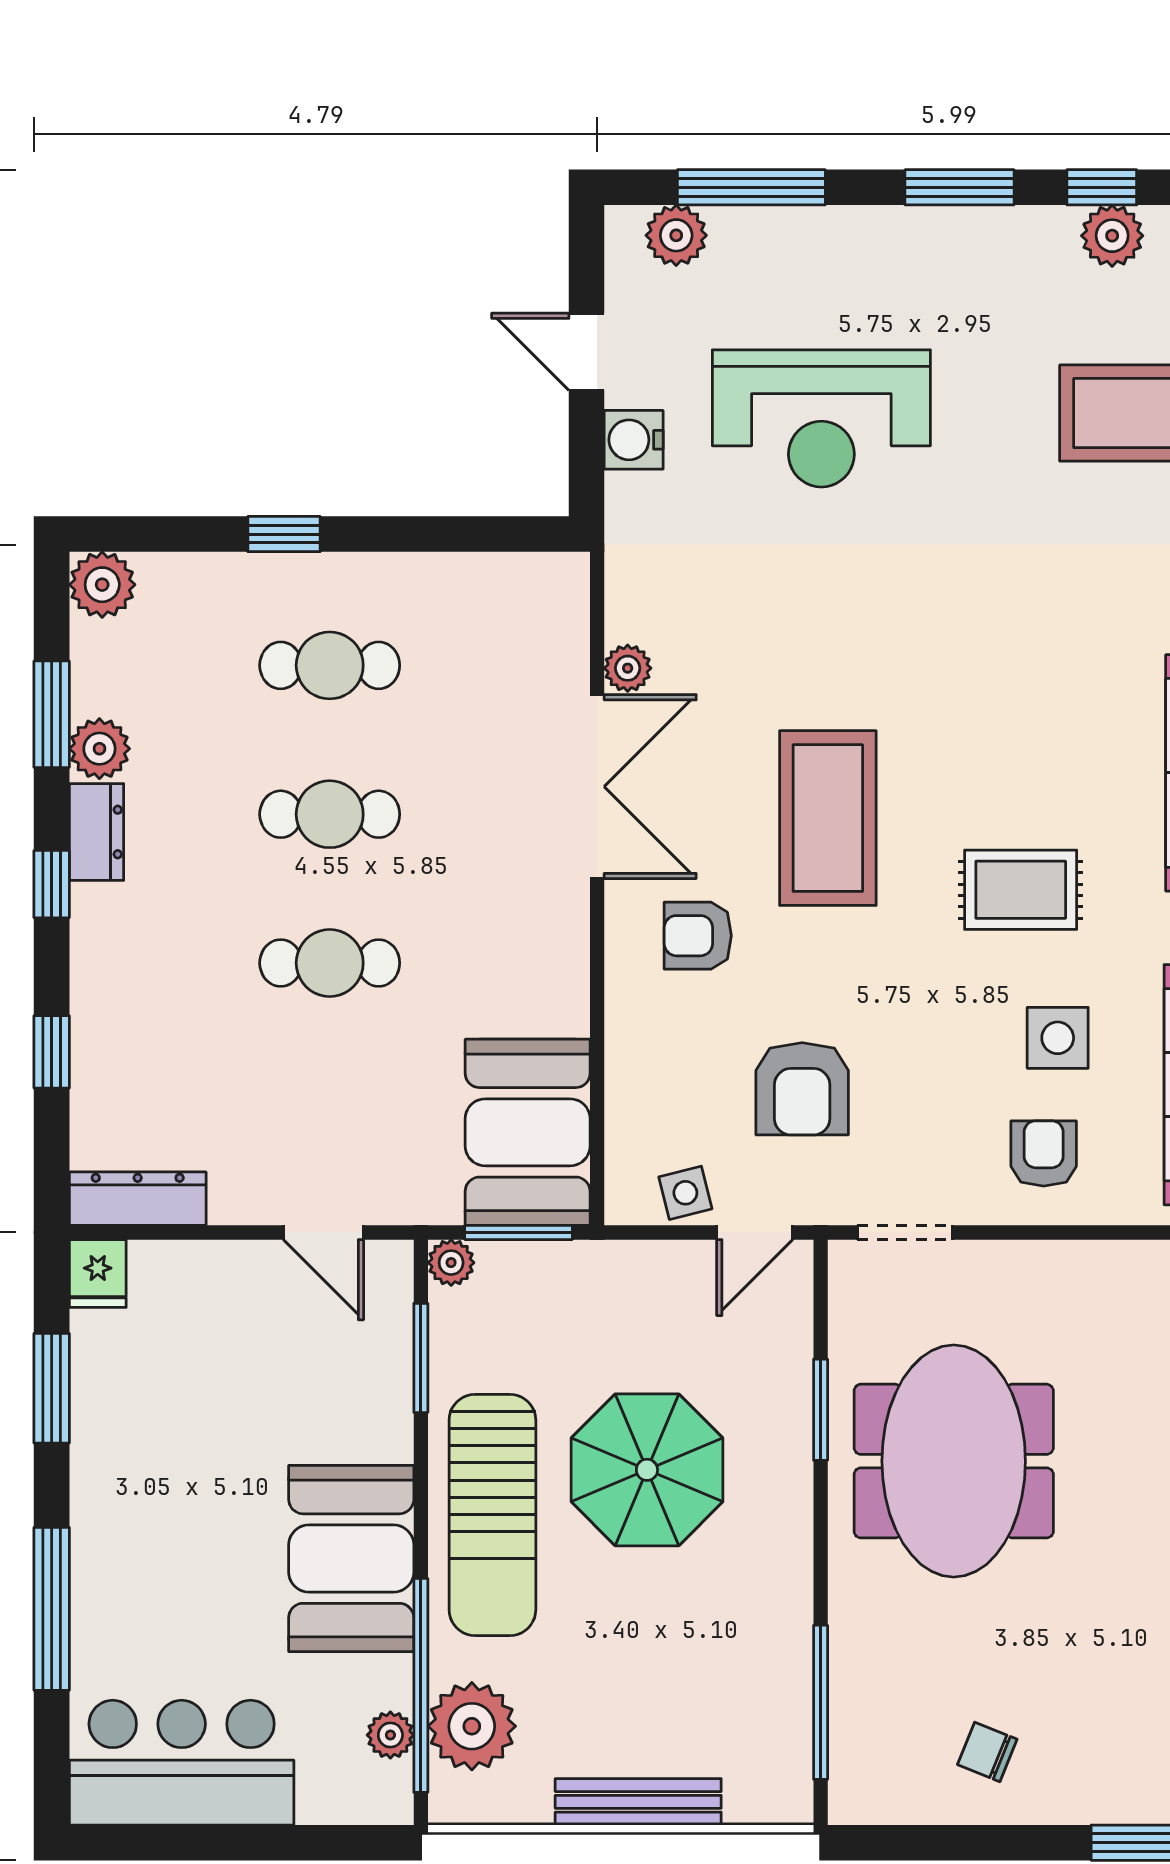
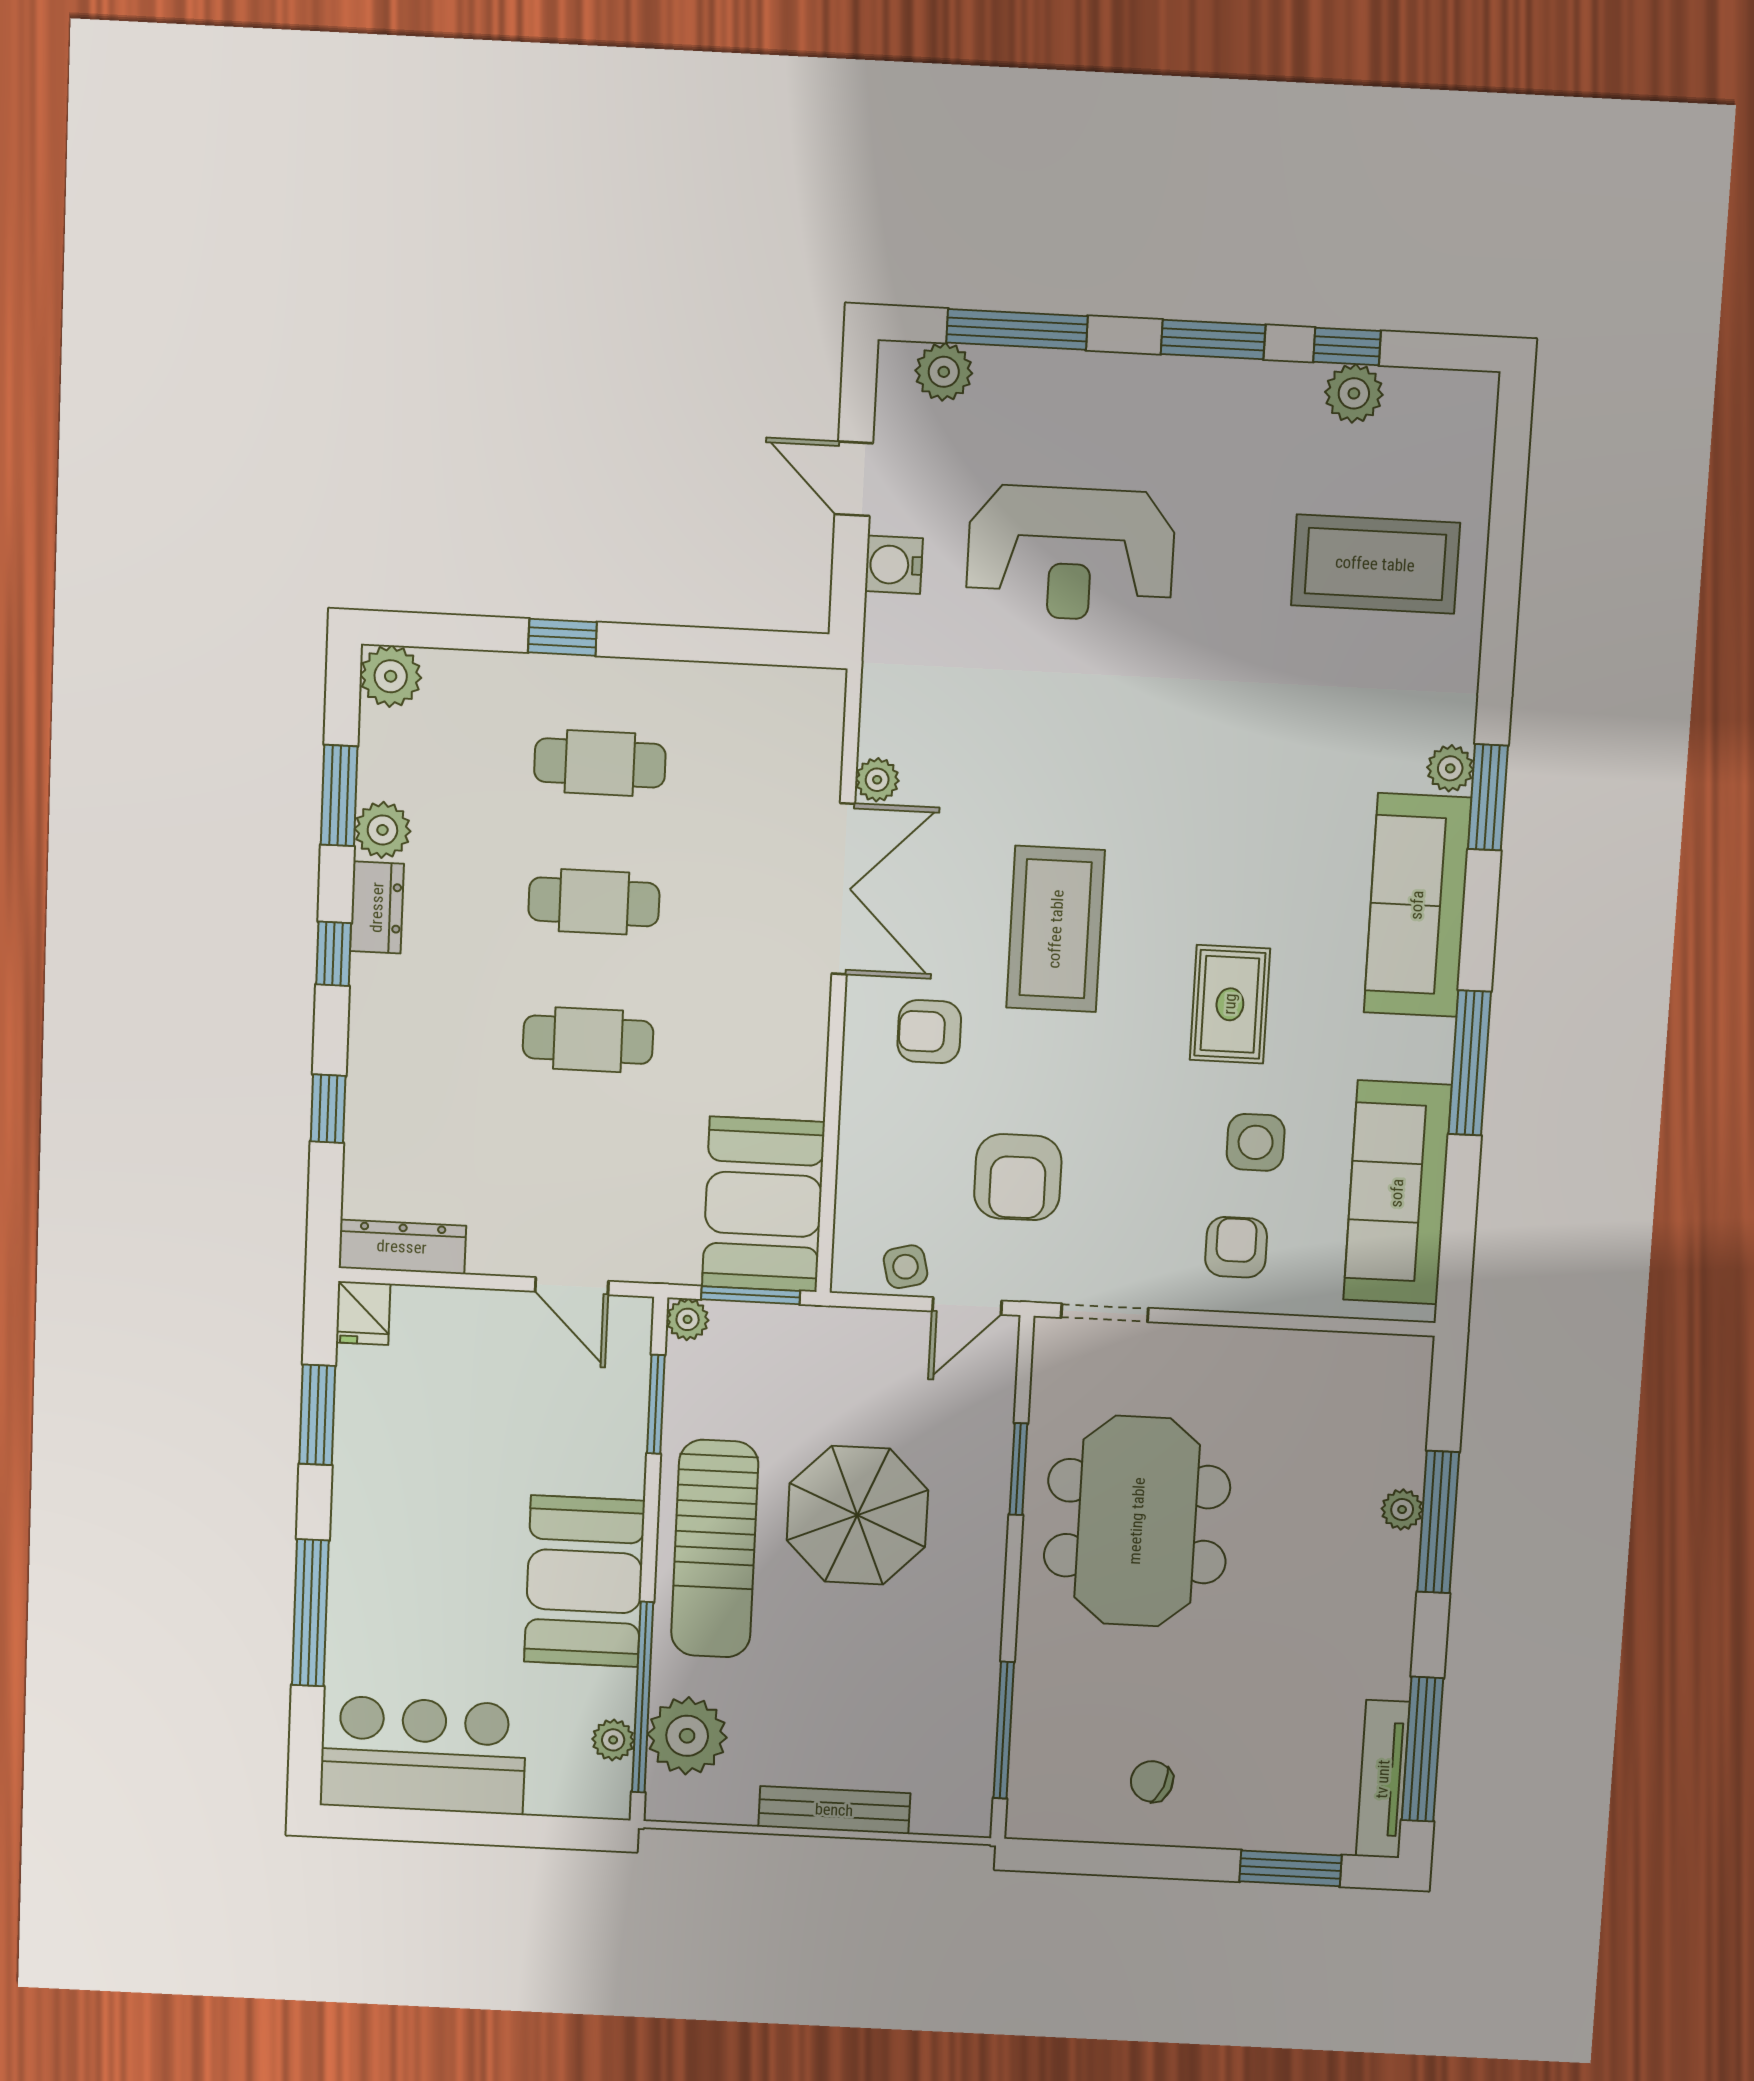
rug: (1021, 890) -> (1230, 1004), turned 90

